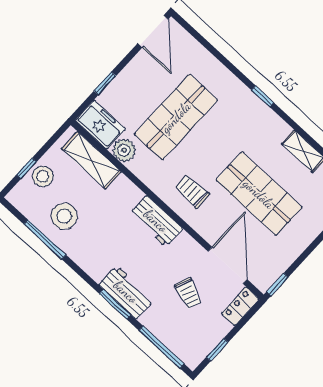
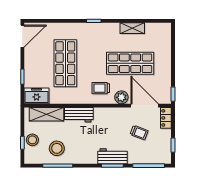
door: (153, 31) -> (22, 36), hinge flipped
plant: (124, 150) -> (121, 97), moved
workbench: (156, 221) -> (79, 115), moved

